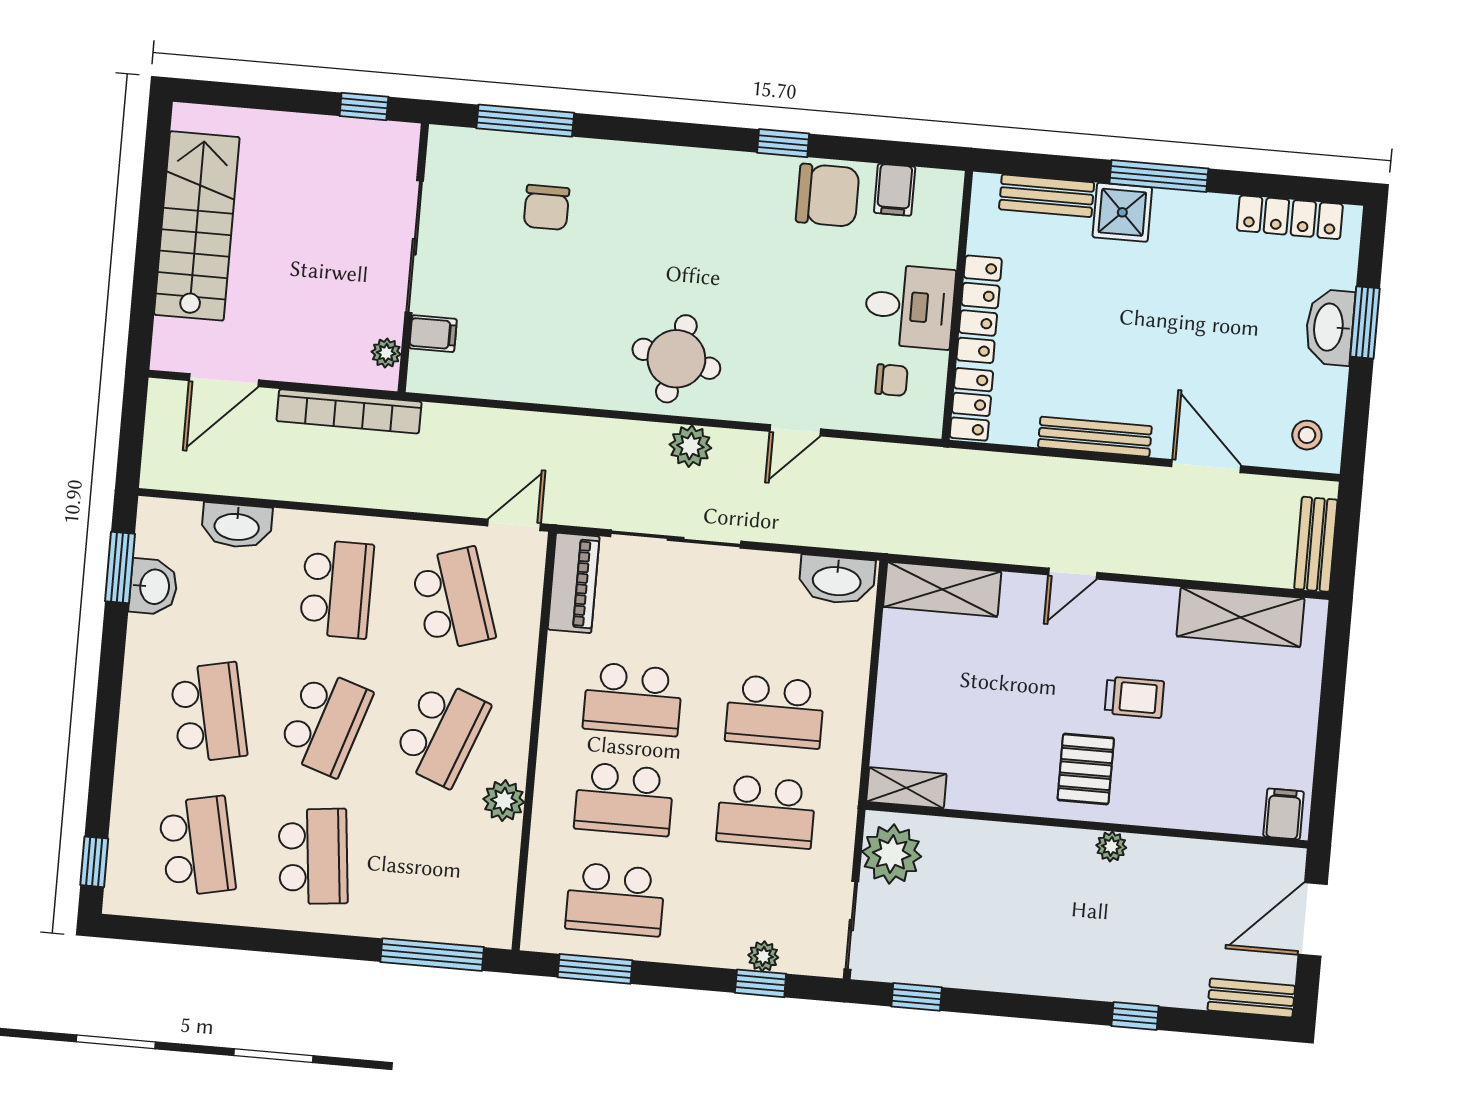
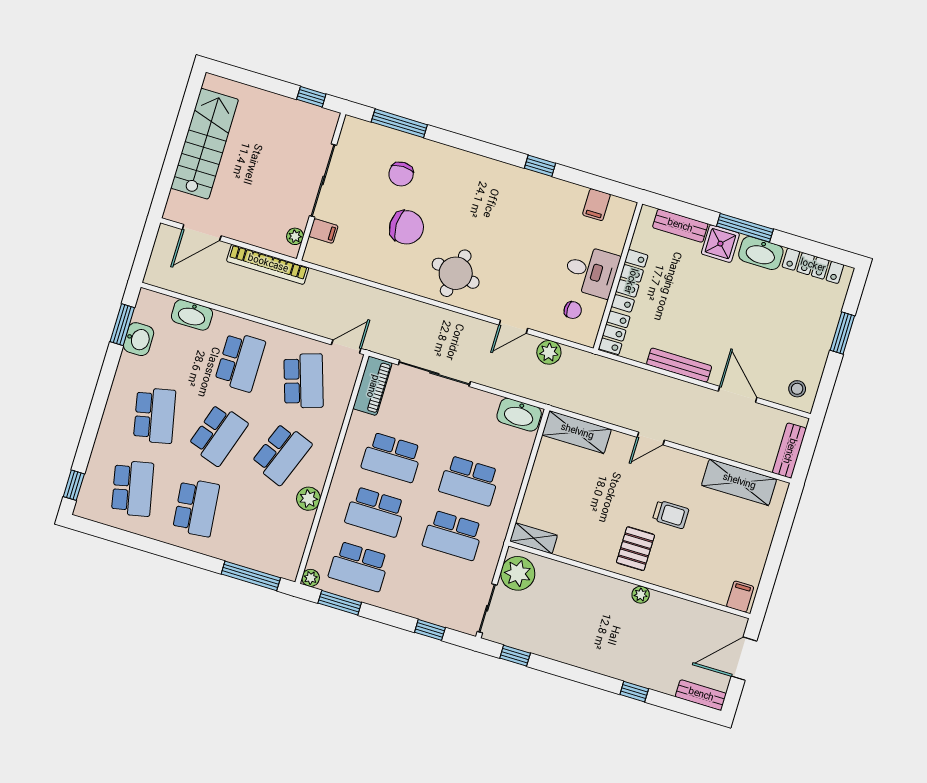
chair: (828, 195) -> (407, 227), moved
washbasin: (1330, 327) -> (761, 253), moved, turned -90
plant: (690, 446) -> (549, 352), moved
plant: (763, 956) -> (311, 578), moved

